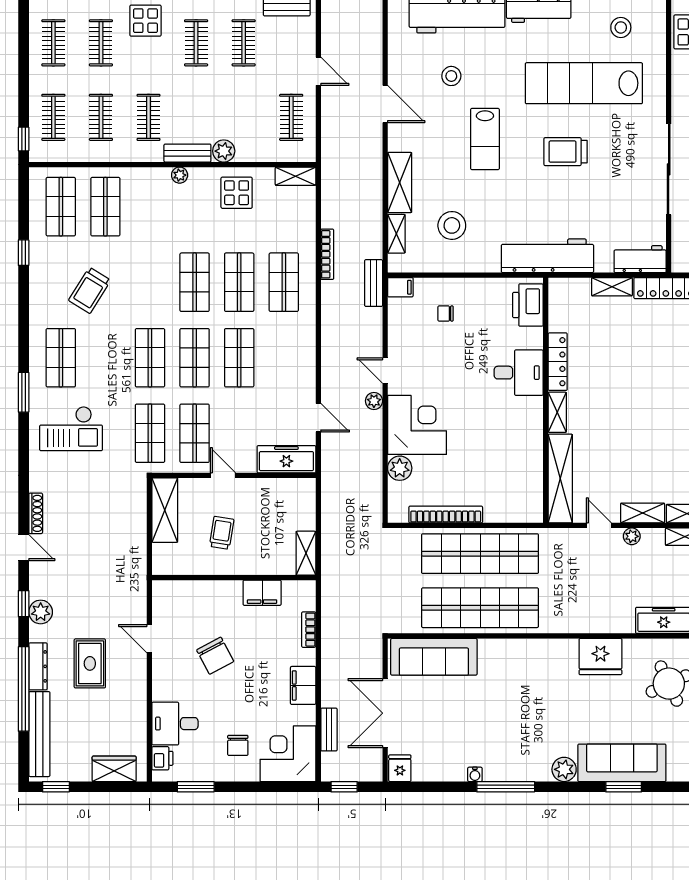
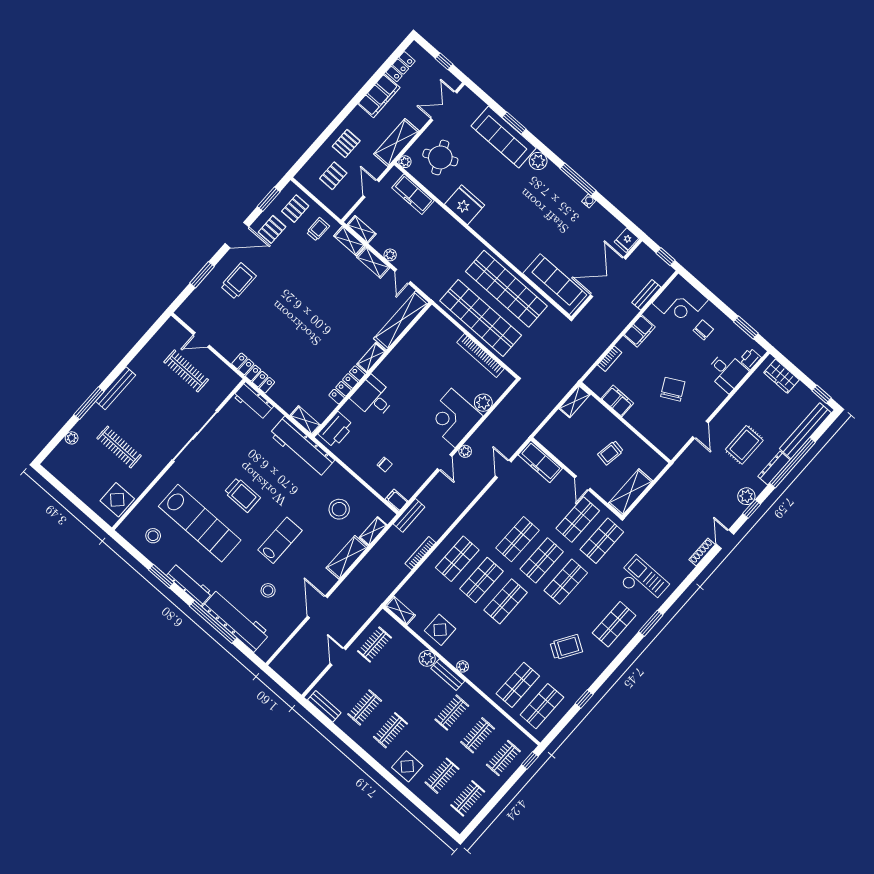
shelving: (612, 287) -> (305, 420), moved
double door: (385, 713) -> (608, 277), swing flipped

